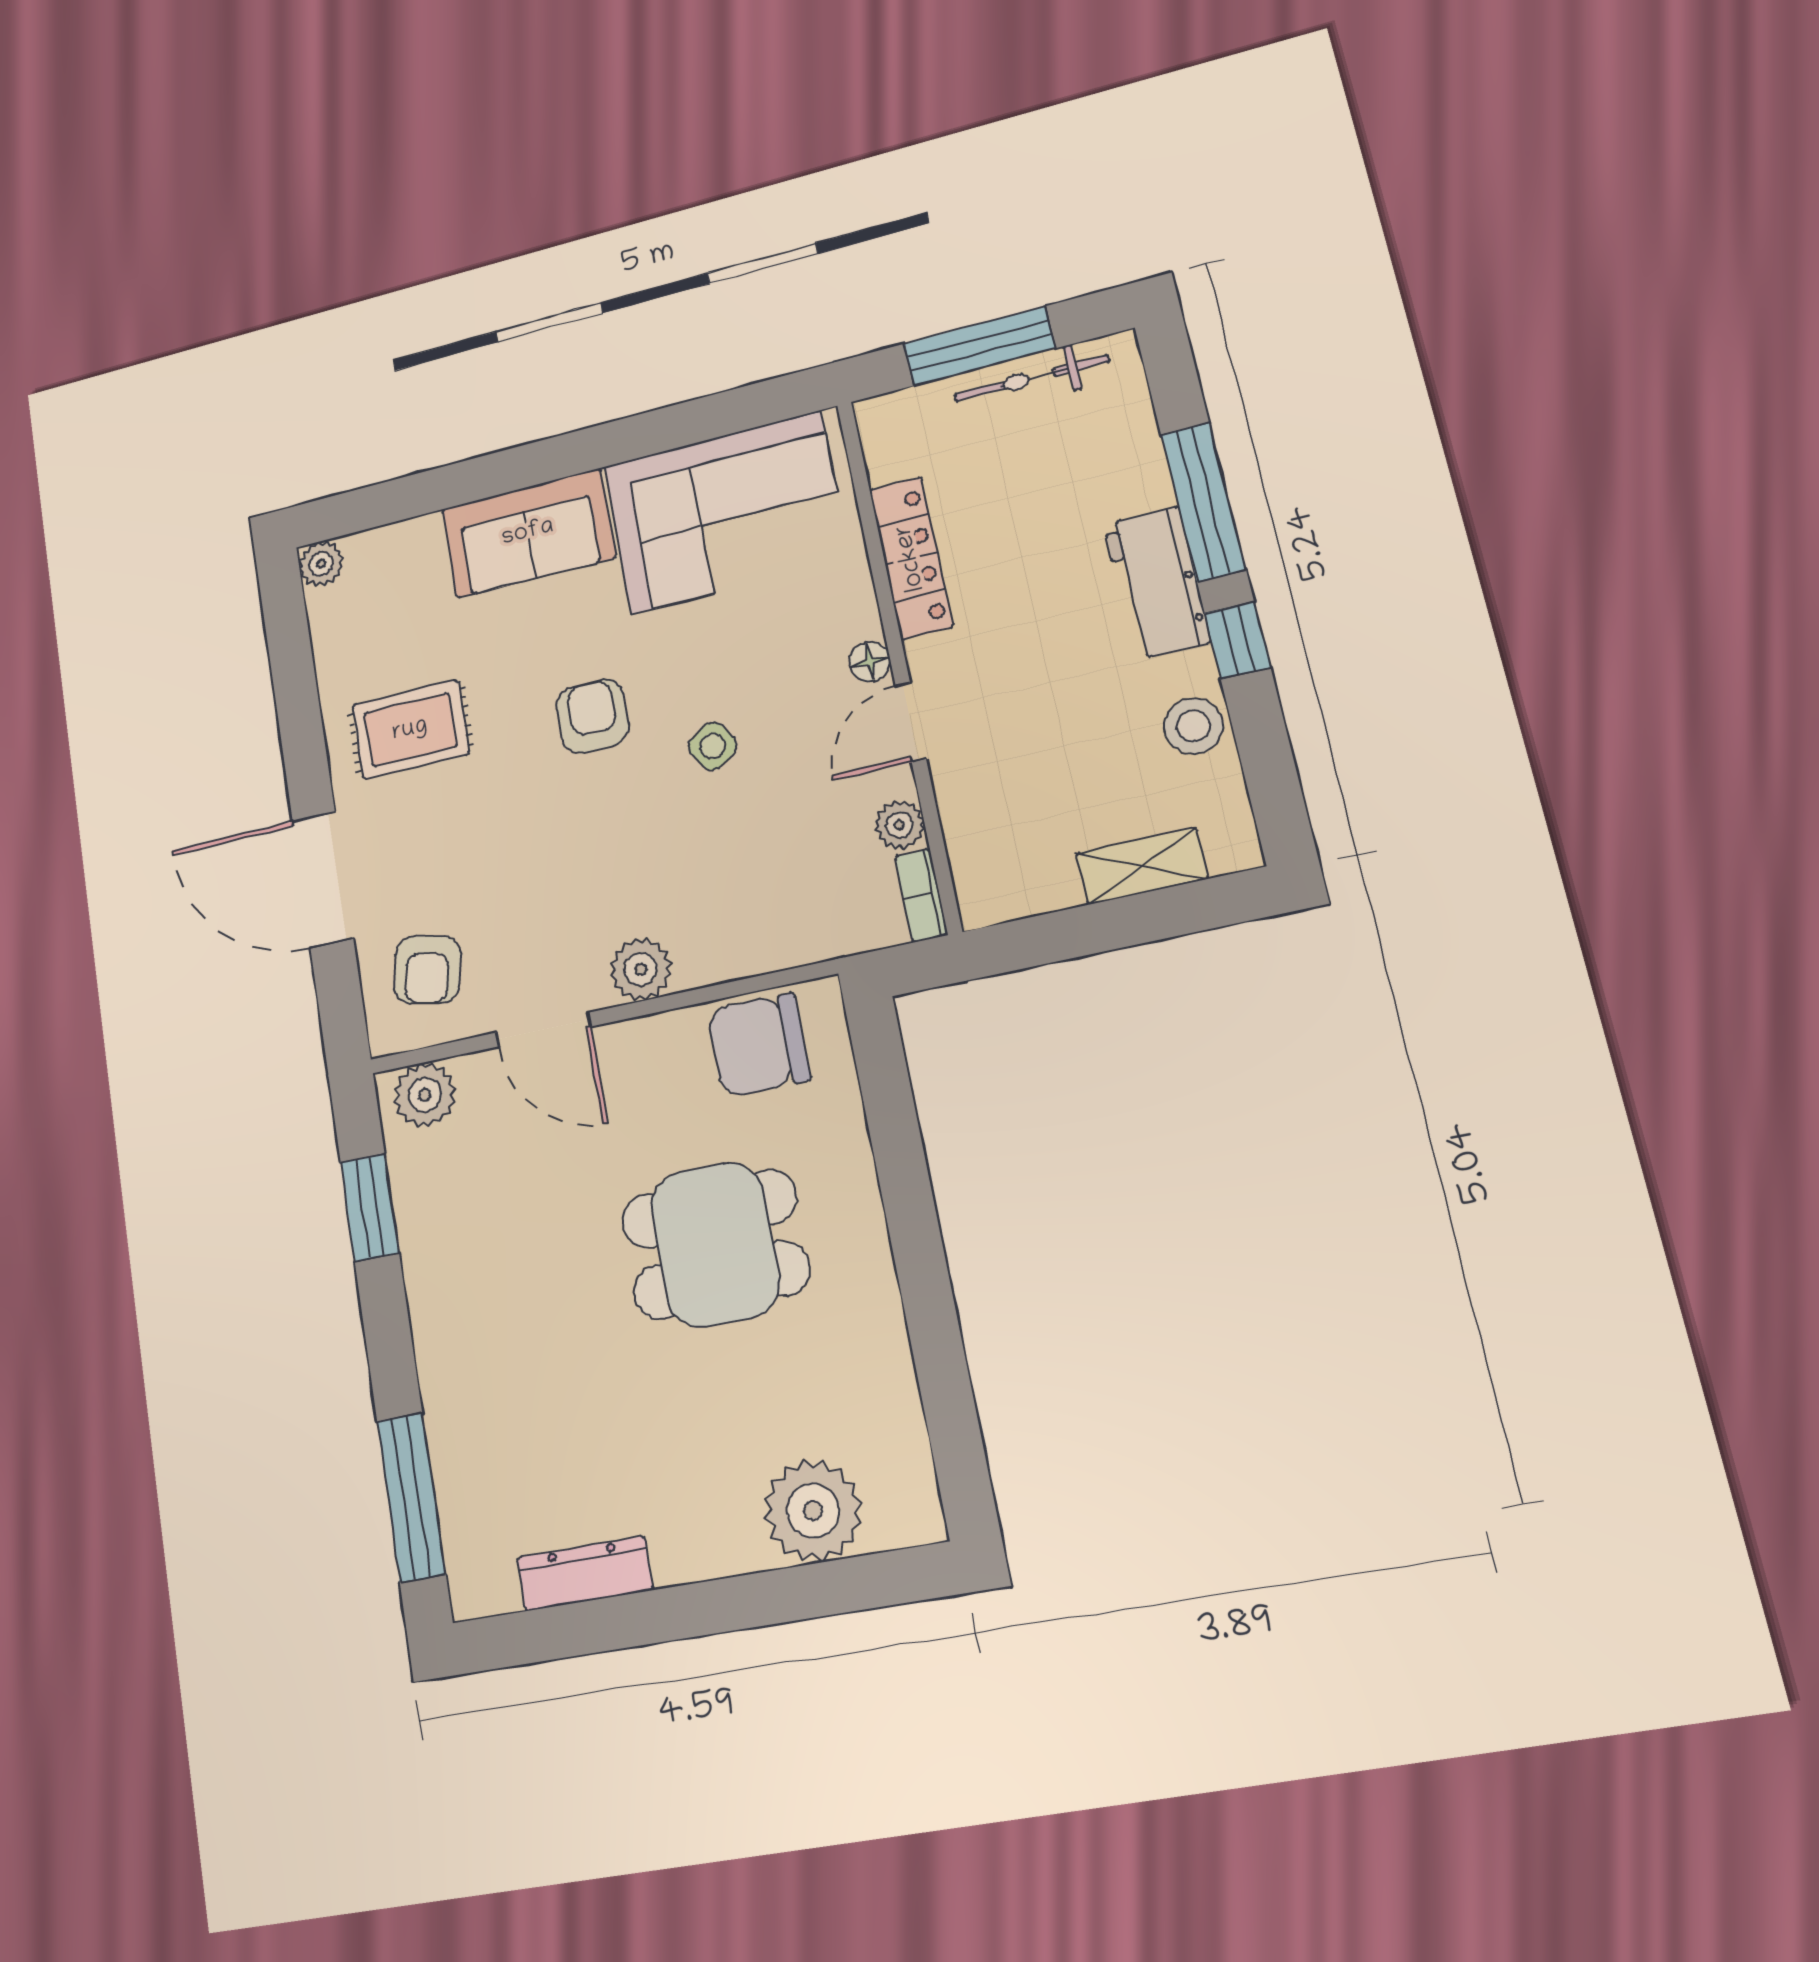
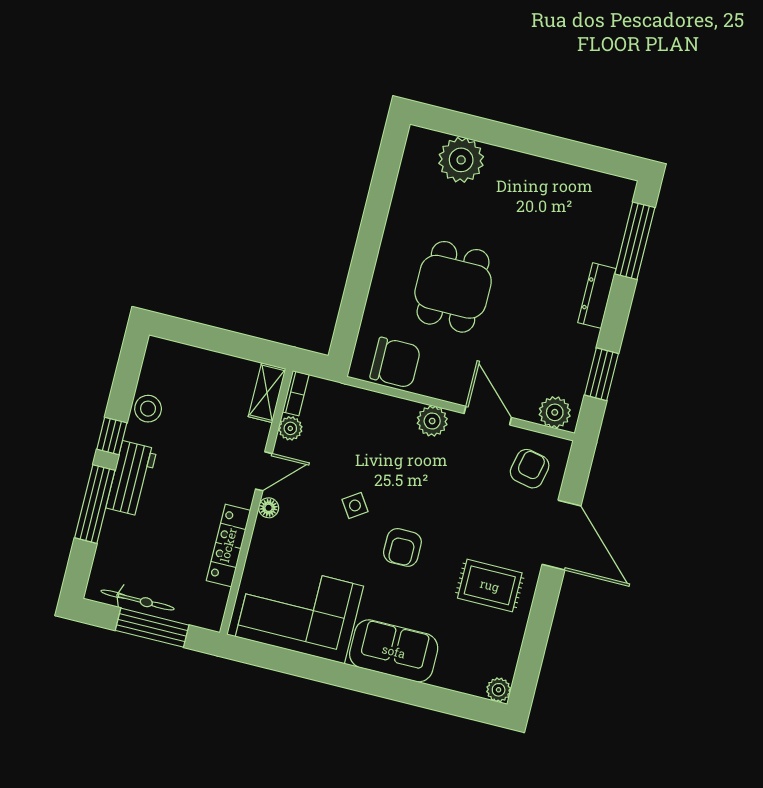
shelving: (1142, 866) -> (267, 393), moved, turned 90
dining table: (715, 1244) -> (453, 287), turned 90
dresser: (585, 1574) -> (597, 296), moved, turned 90

